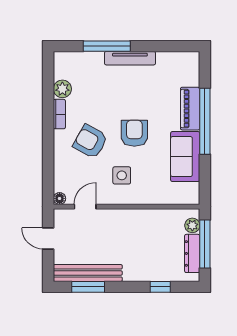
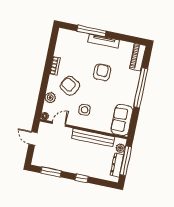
plant: (62, 89) -> (50, 98), moved
piano: (190, 109) -> (138, 57), moved
armchair: (134, 133) -> (102, 72), moved
sofa: (185, 157) -> (122, 120), moved
bench: (88, 273) -> (93, 138), moved
window: (160, 287) -> (82, 178), moved

